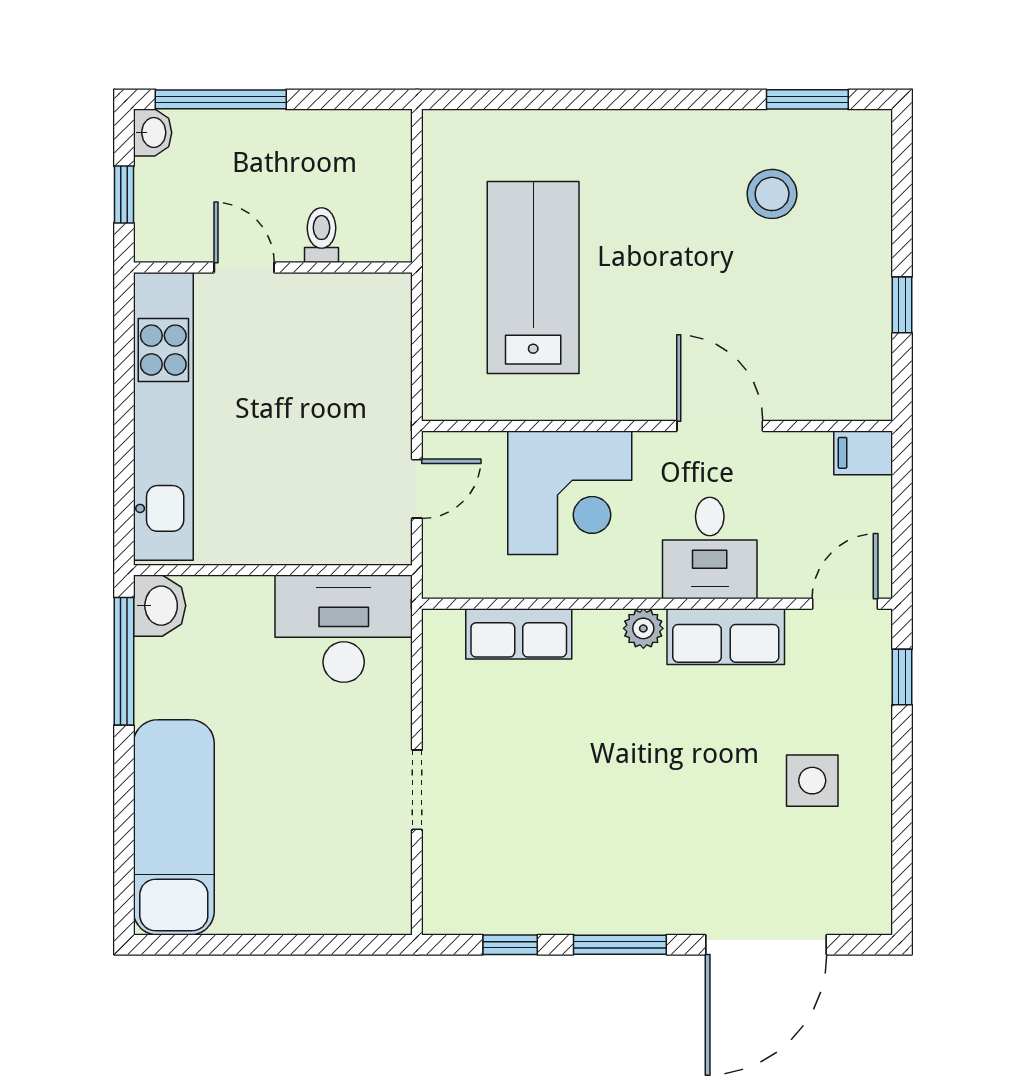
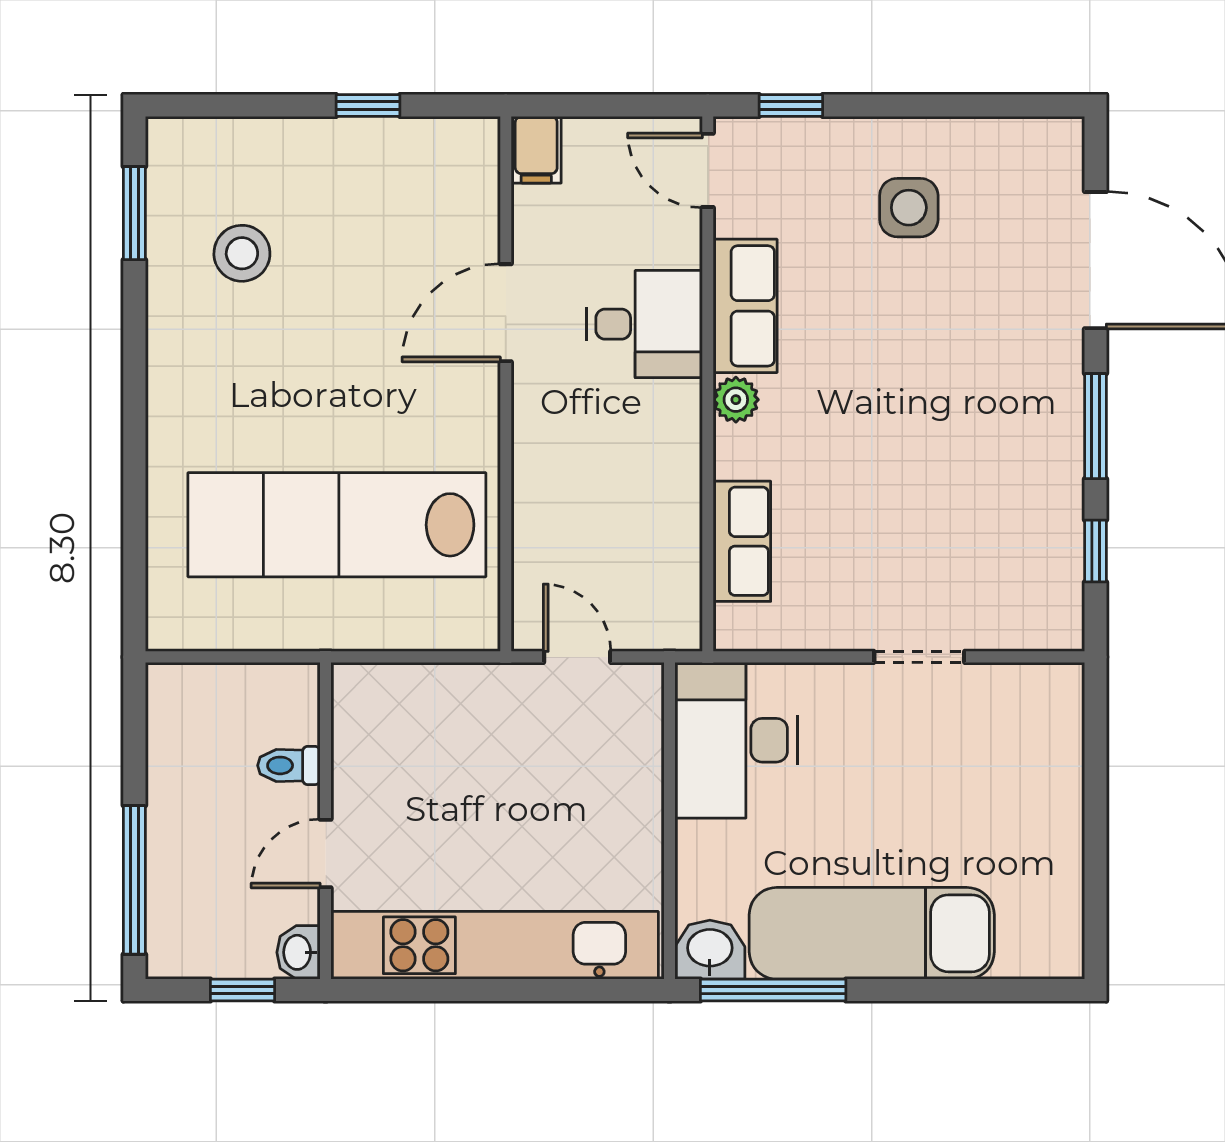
washbasin: (153, 133) -> (298, 952), moved, turned -90
lab bench: (533, 277) -> (337, 525), width x1.36
corner desk: (570, 493) -> (581, 483), removed
exam couch: (174, 827) -> (872, 933), moved

